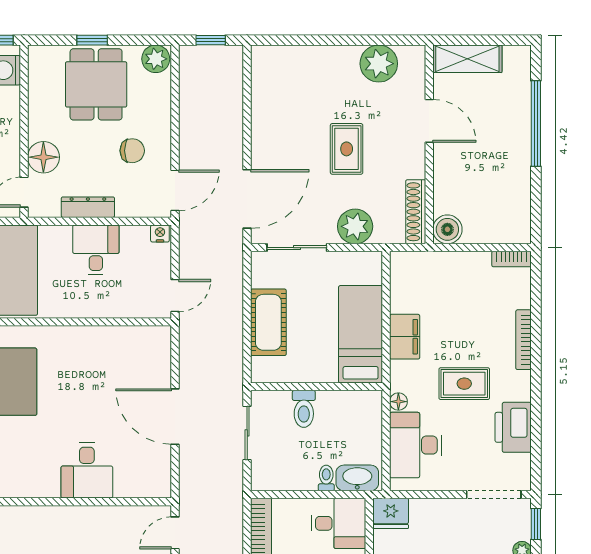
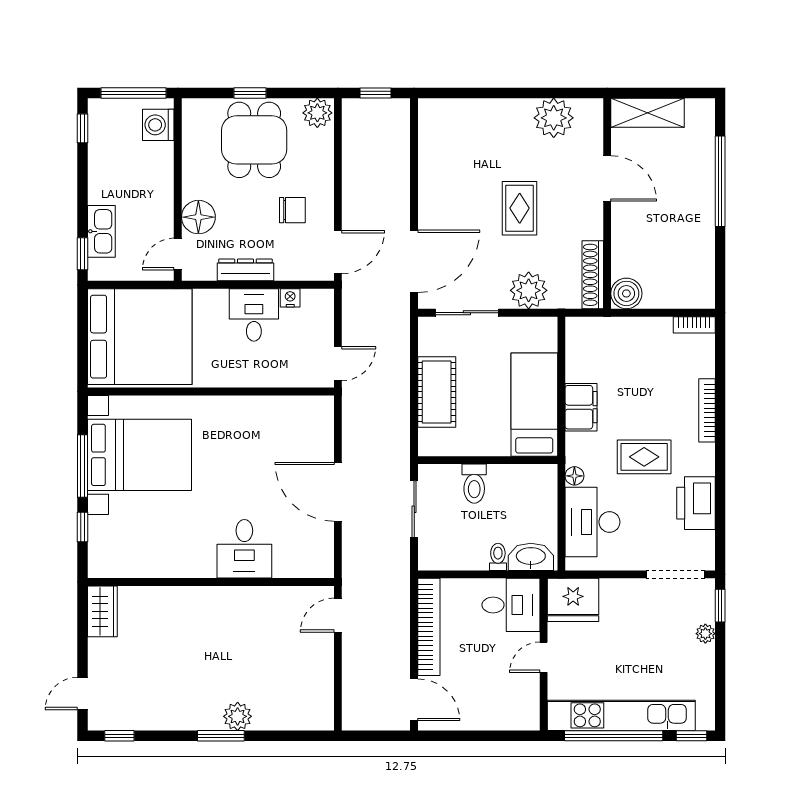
nightstand: (160, 233) -> (290, 298), moved
fridge: (391, 513) -> (573, 600), width x1.36, depth x1.34

